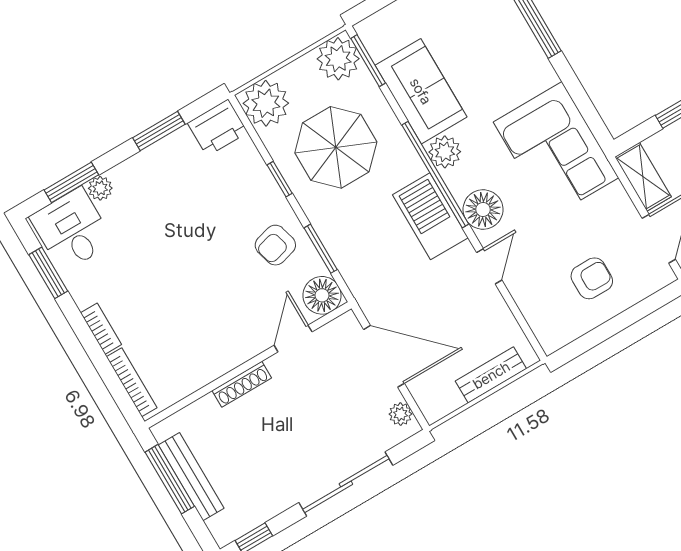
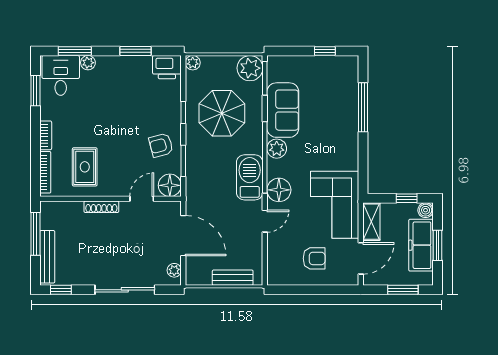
plant: (266, 103) -> (193, 63), width x0.53, depth x0.53
corner sofa: (556, 150) -> (335, 205), moved
rug: (184, 341) -> (85, 167), added
bench: (191, 477) -> (47, 257), moved

